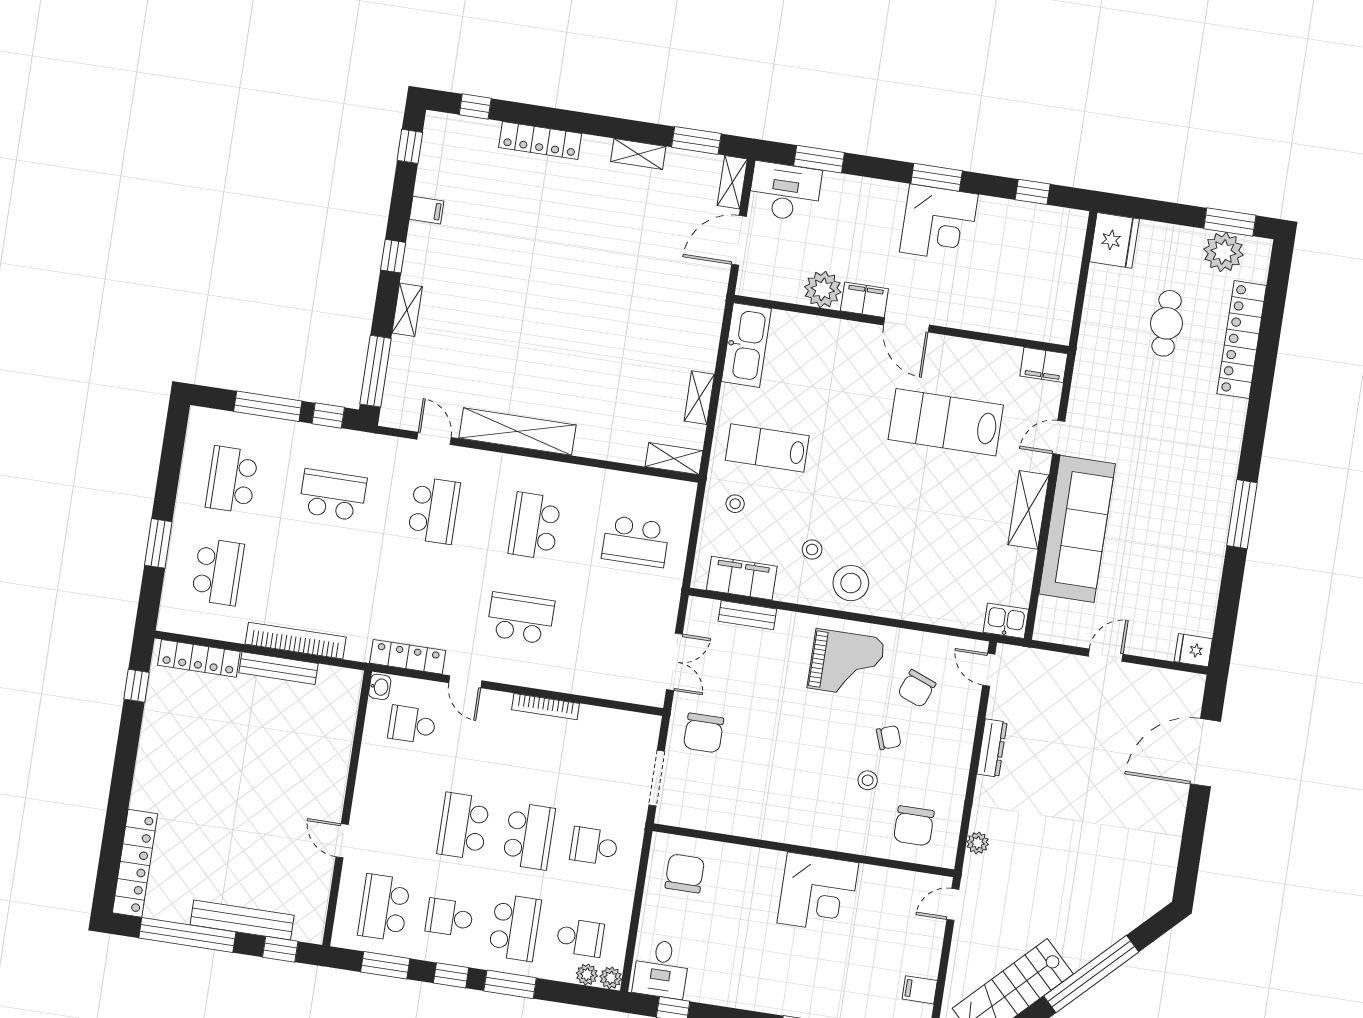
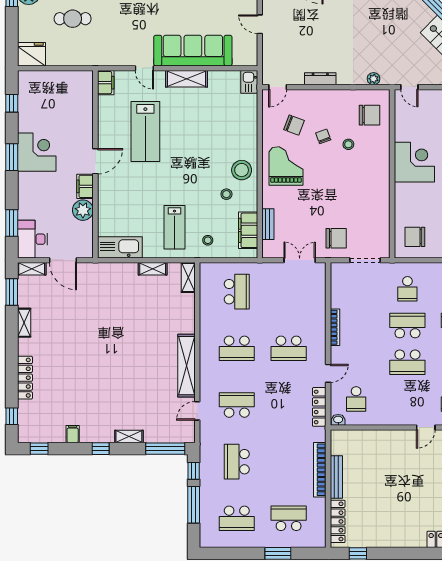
school desk: (521, 618) -> (289, 348), turned -90

